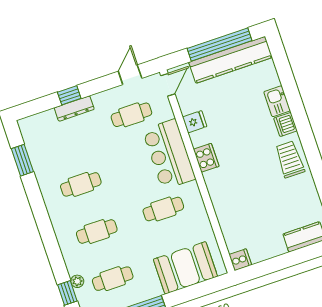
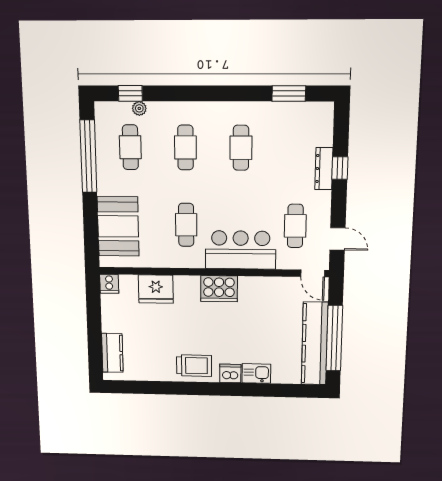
fridge: (195, 122) -> (156, 289), moved, width x1.88, depth x1.34
cooker: (206, 158) -> (219, 289), width x1.37, depth x1.31

